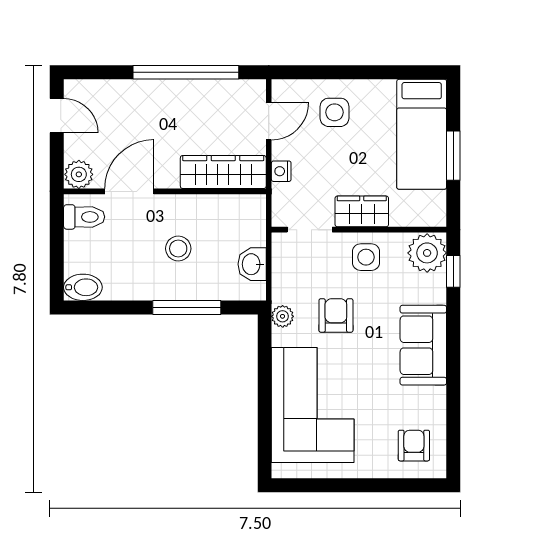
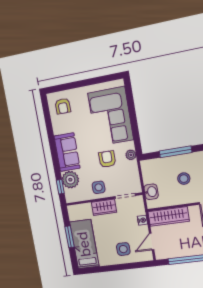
plant: (427, 253) -> (70, 180), moved
washbasin: (252, 264) -> (151, 192), moved
armchair: (336, 315) -> (107, 159), turned 180

